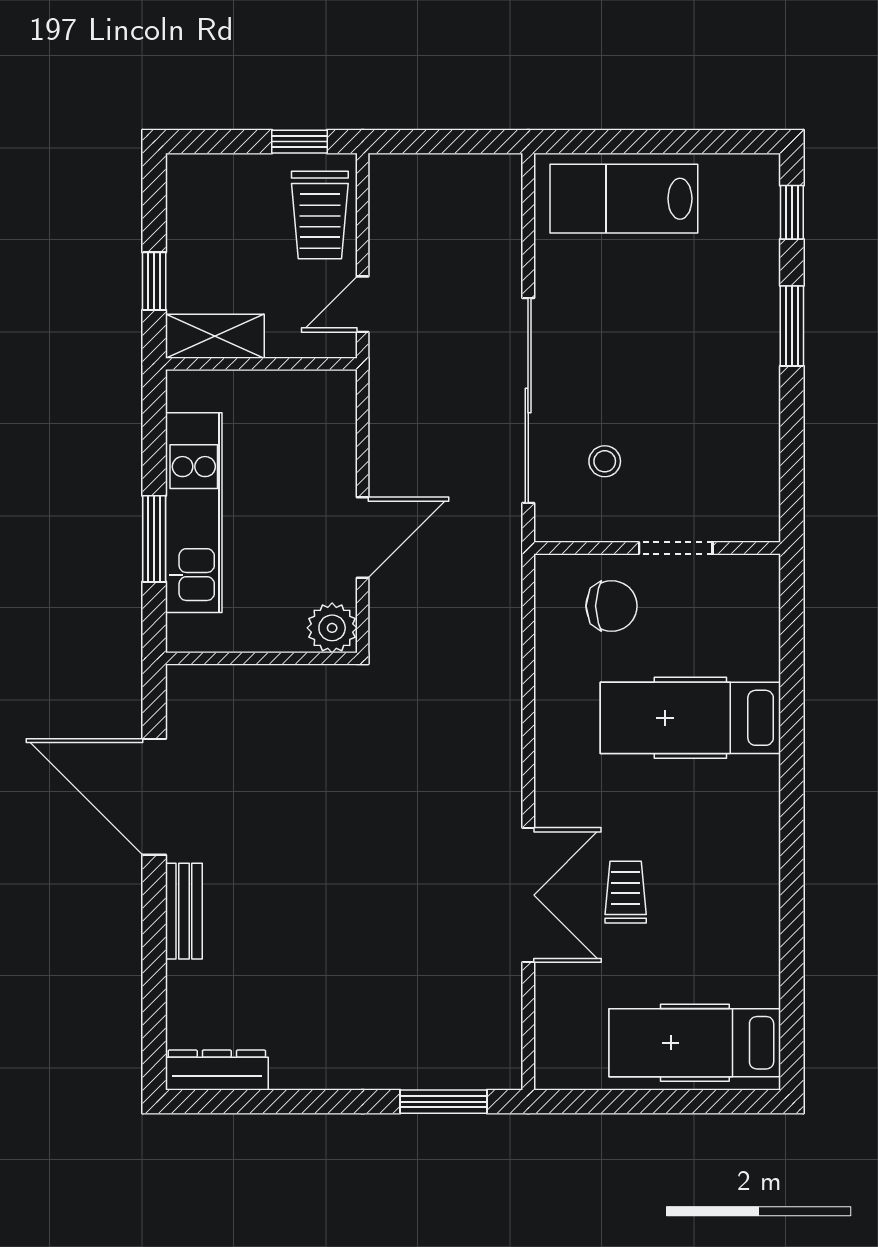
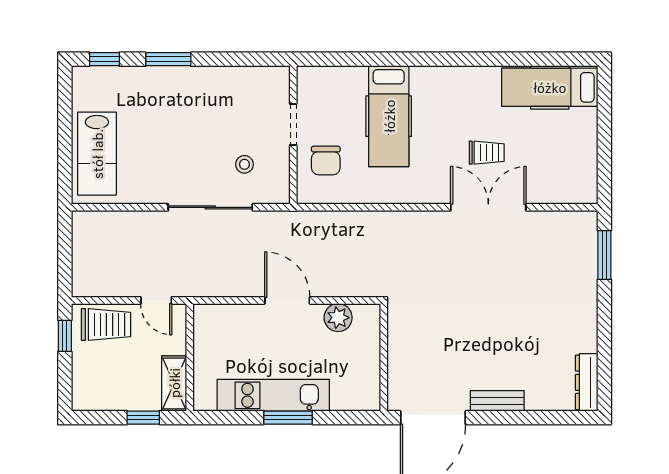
sliding door: (528, 400) -> (210, 207), width x0.73
chair: (612, 606) -> (326, 161), turned 180
wall: (261, 658) -> (384, 357), moved
trolley: (626, 892) -> (487, 153), turned 180
hospital bed: (695, 1043) -> (550, 87), moved, turned 90

